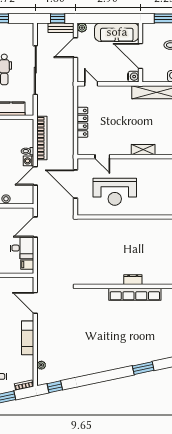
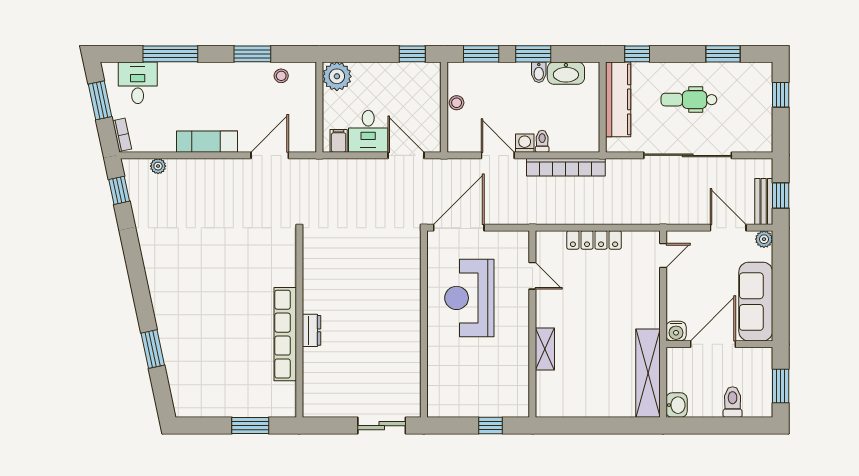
door: (102, 157) -> (532, 276), swing flipped
door: (76, 184) -> (459, 228), moved

